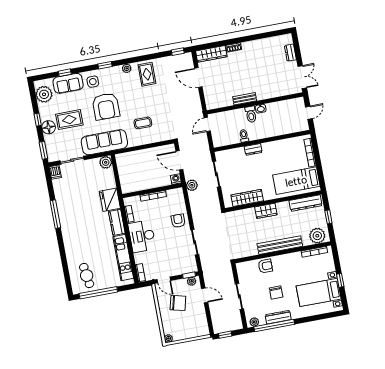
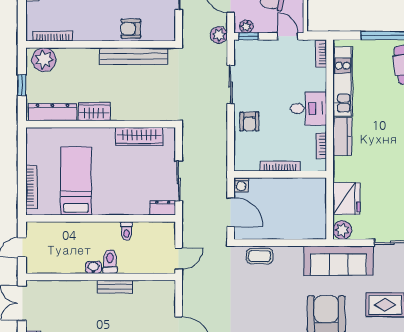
coffee table: (143, 123) -> (260, 256), moved
dresser: (253, 149) -> (163, 208), moved
bed: (296, 181) -> (76, 181), moved, turned -90
plant: (192, 185) -> (219, 35), moved
fridge: (110, 200) -> (346, 199), moved
wardrobe: (266, 211) -> (94, 112), moved
desk: (142, 236) -> (308, 109), width x0.73
bench: (280, 245) -> (134, 56), moved

